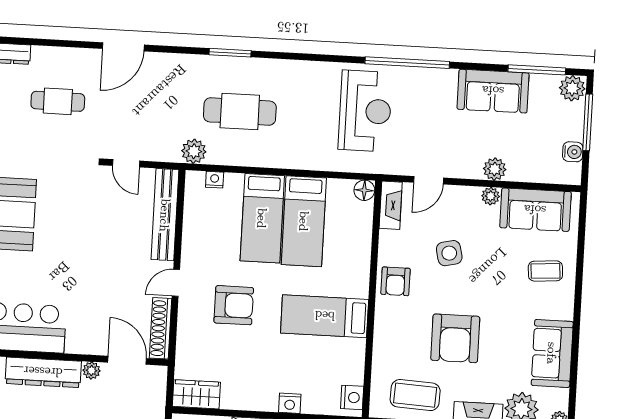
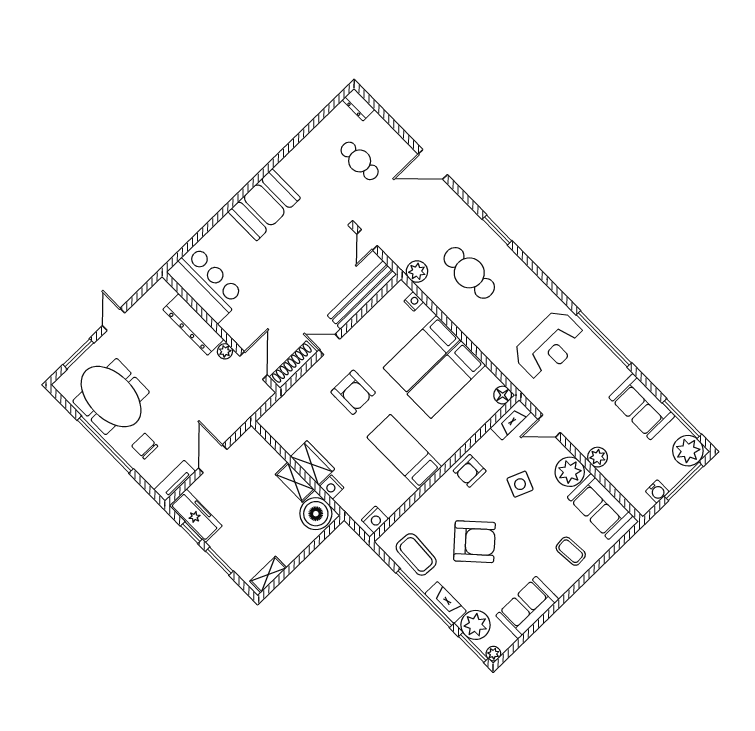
plant: (572, 88) -> (688, 451), width x1.36, depth x1.36
plant: (491, 196) -> (570, 472), width x1.87, depth x1.87
side table: (449, 253) -> (520, 484), turned 35
armchair: (455, 338) -> (475, 542), turned -133
wardrobe: (196, 394) -> (313, 463), moved

